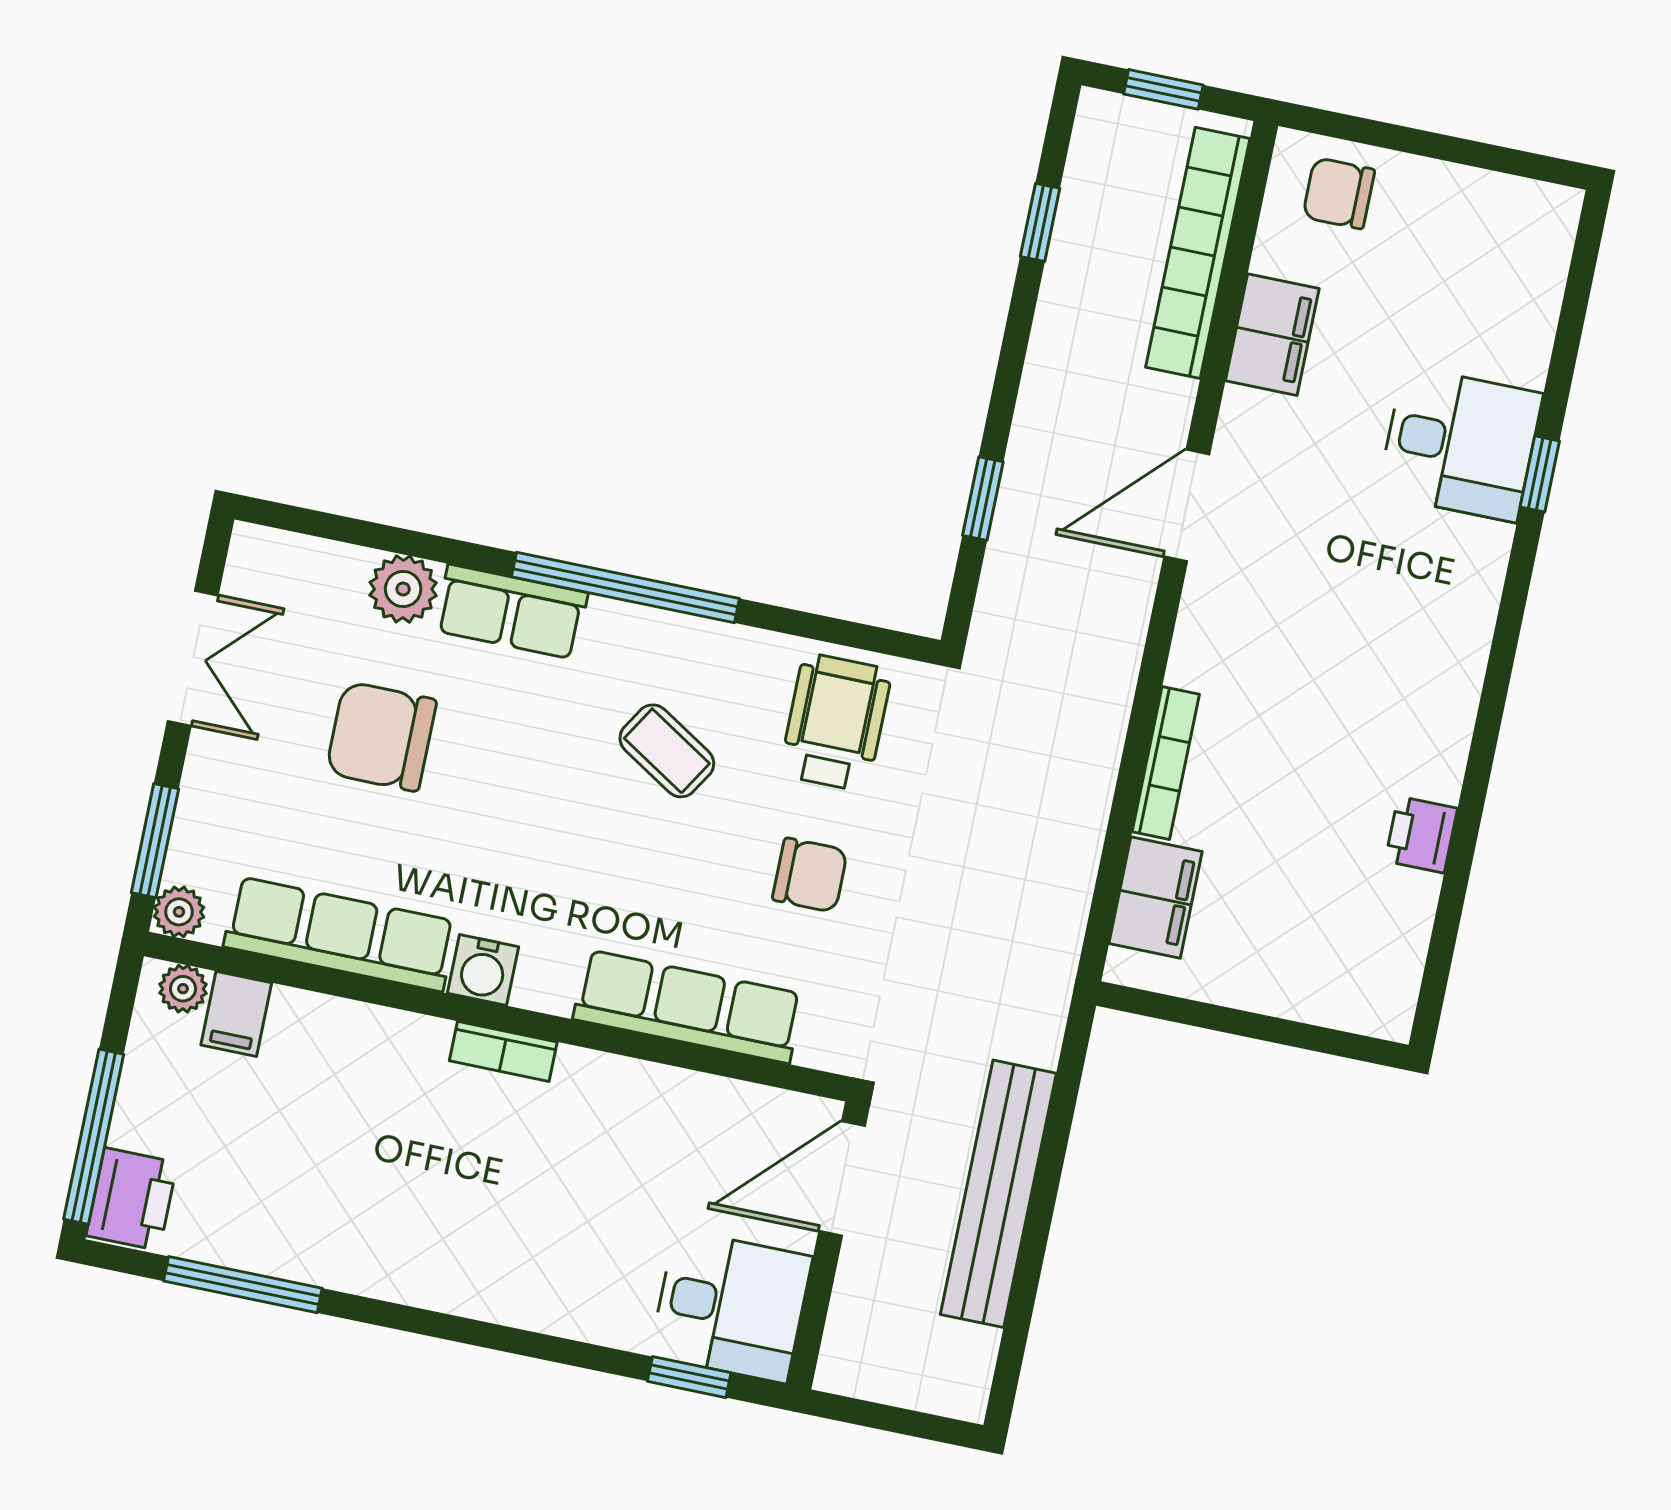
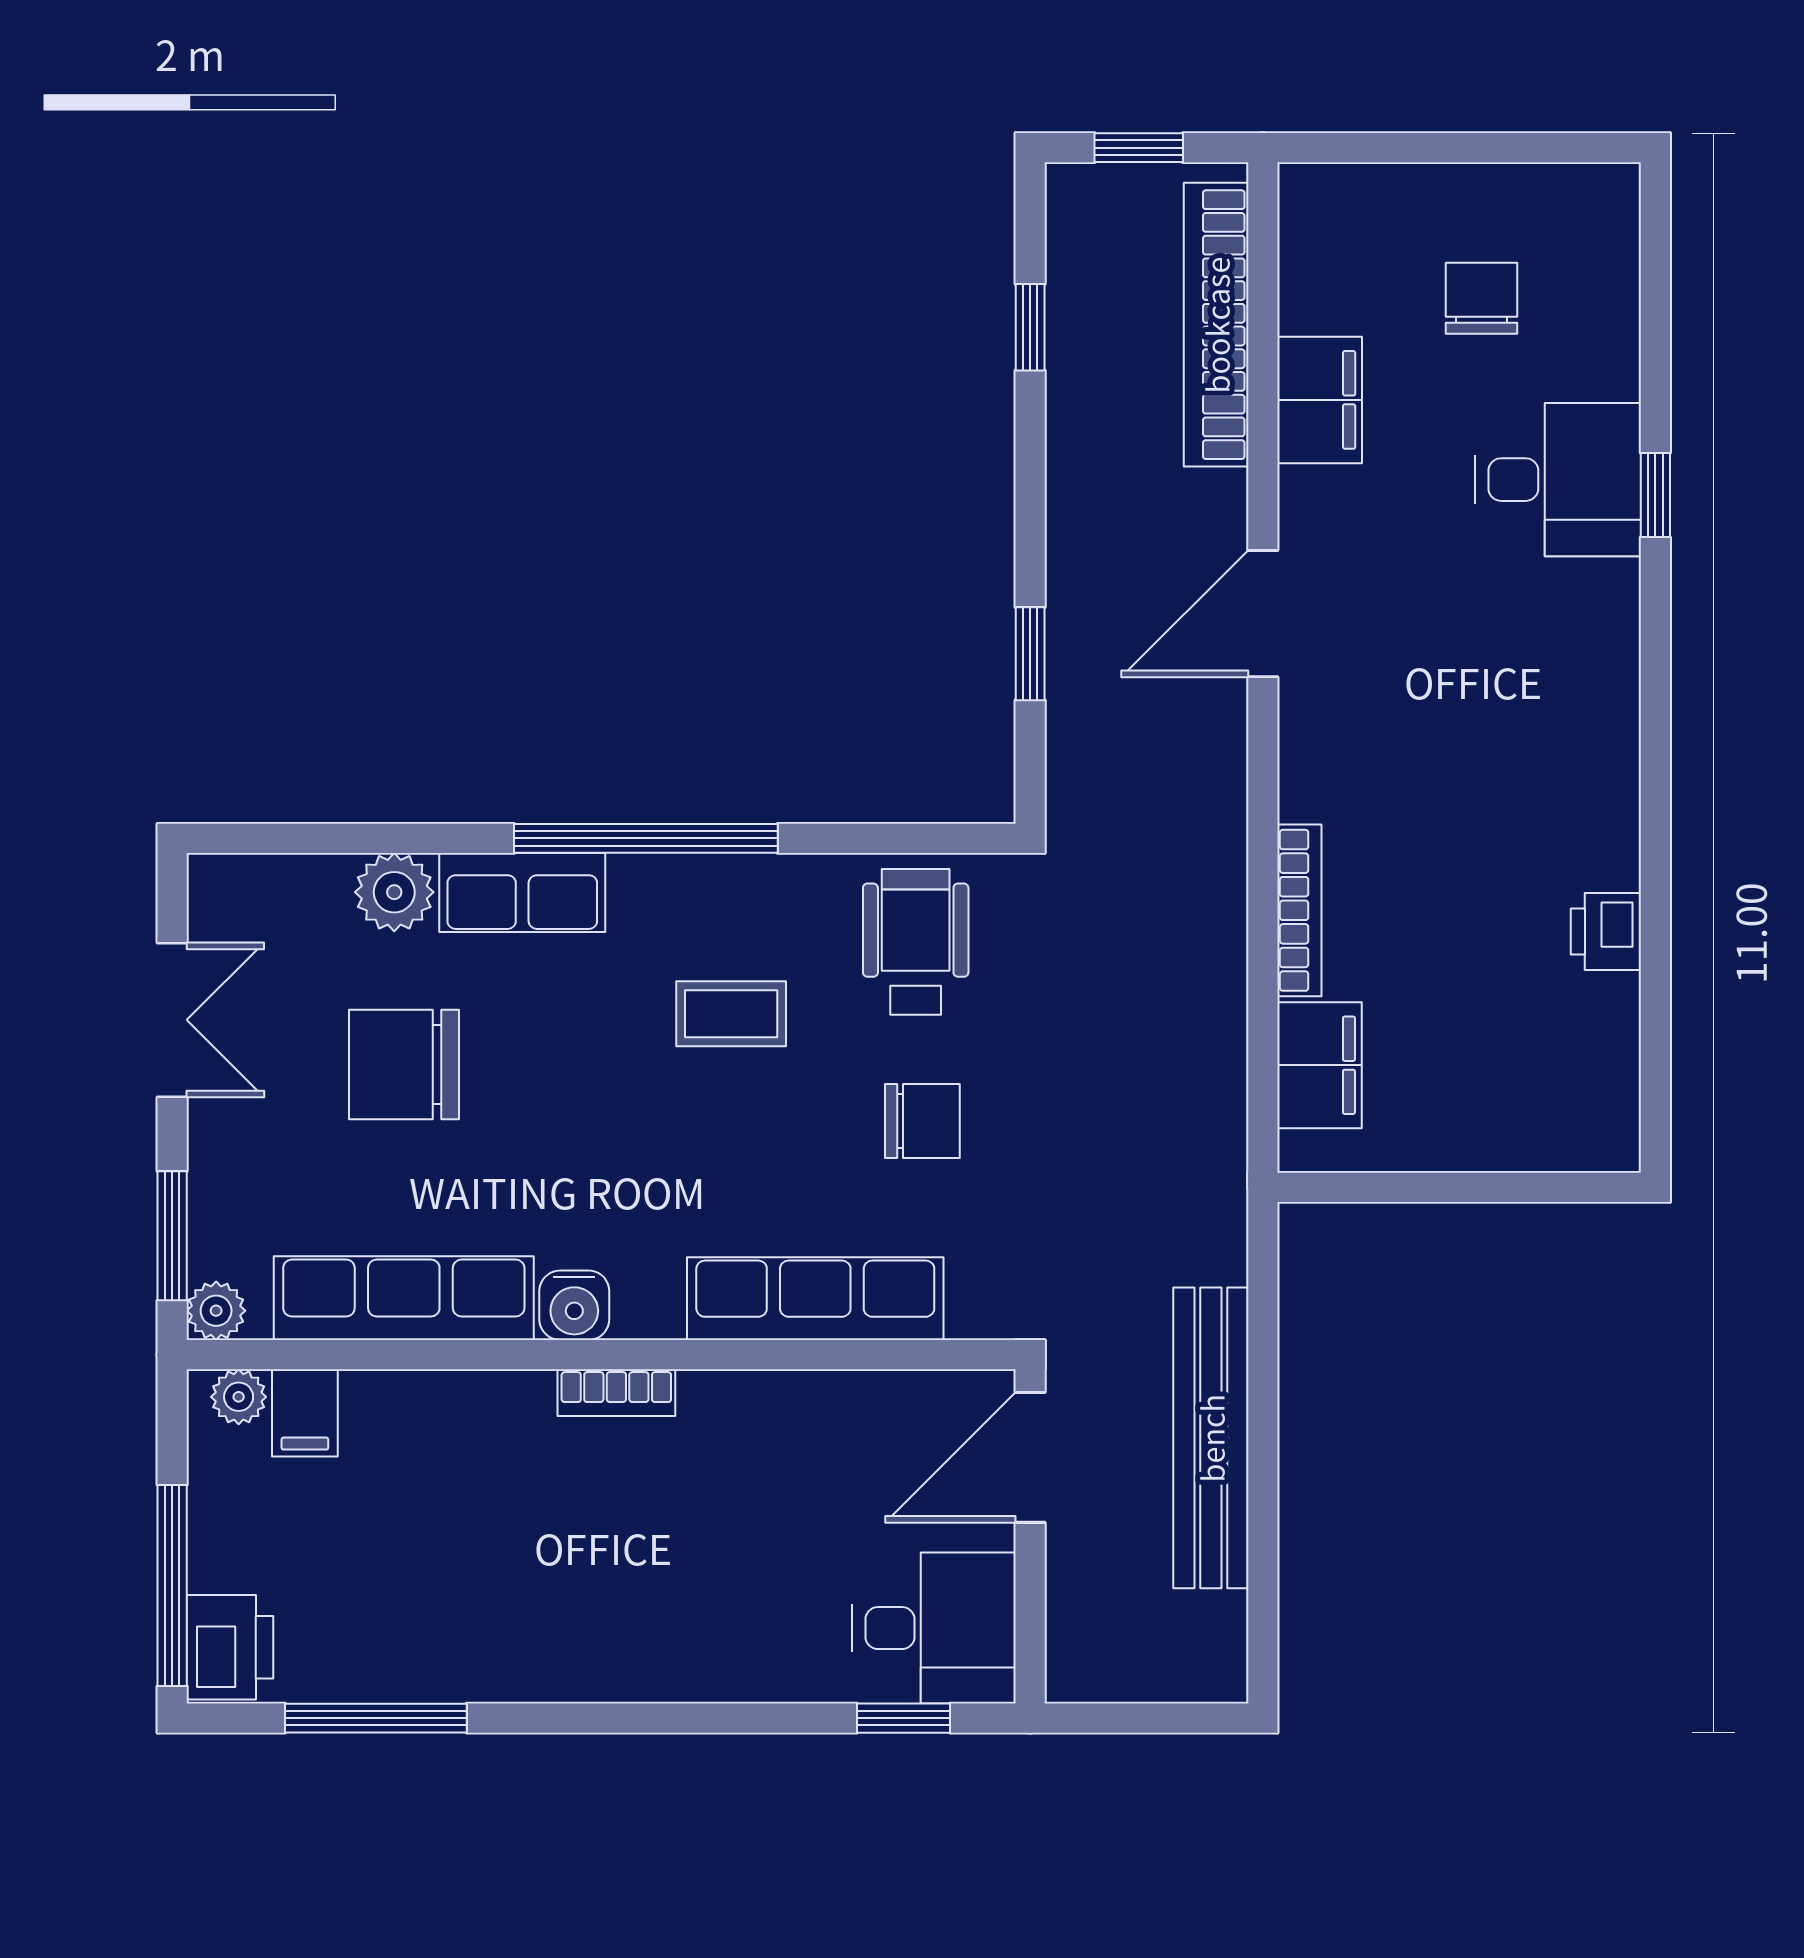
chair: (1339, 193) -> (1482, 298), moved, turned 90
coffee table: (667, 751) -> (731, 1014), turned -32

